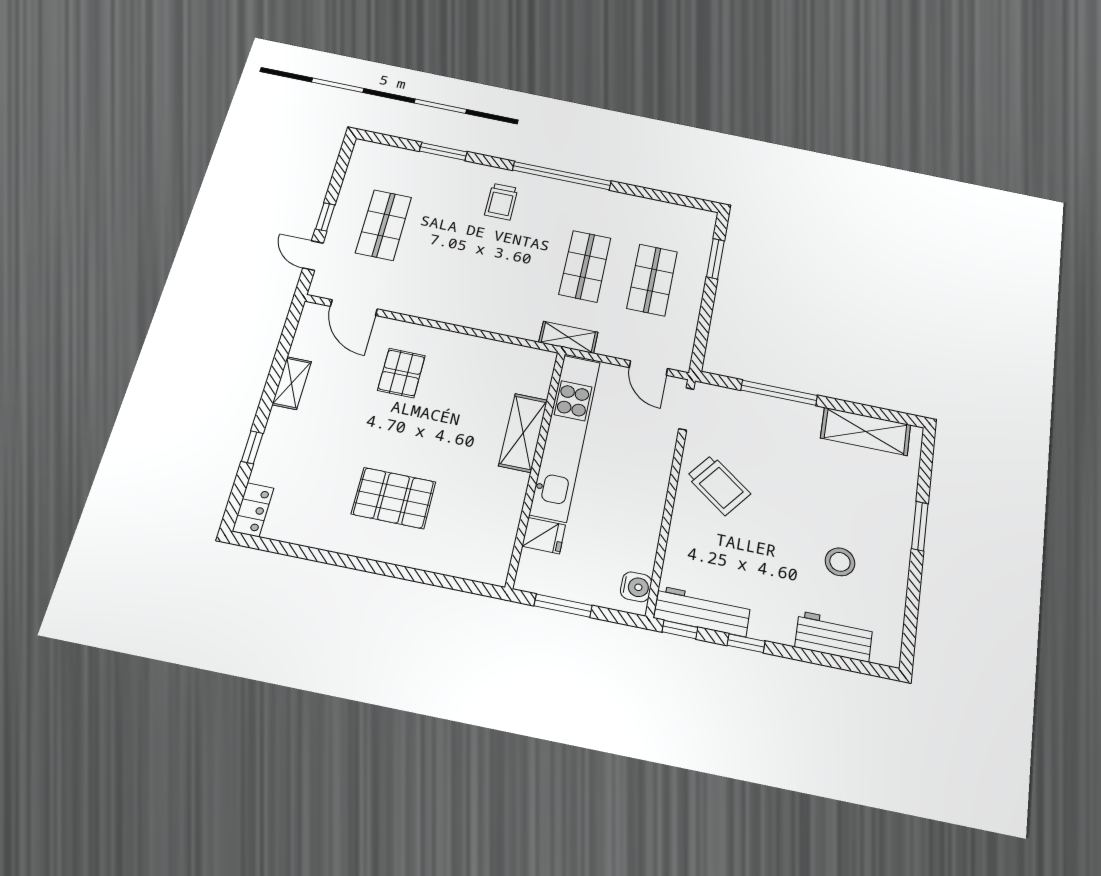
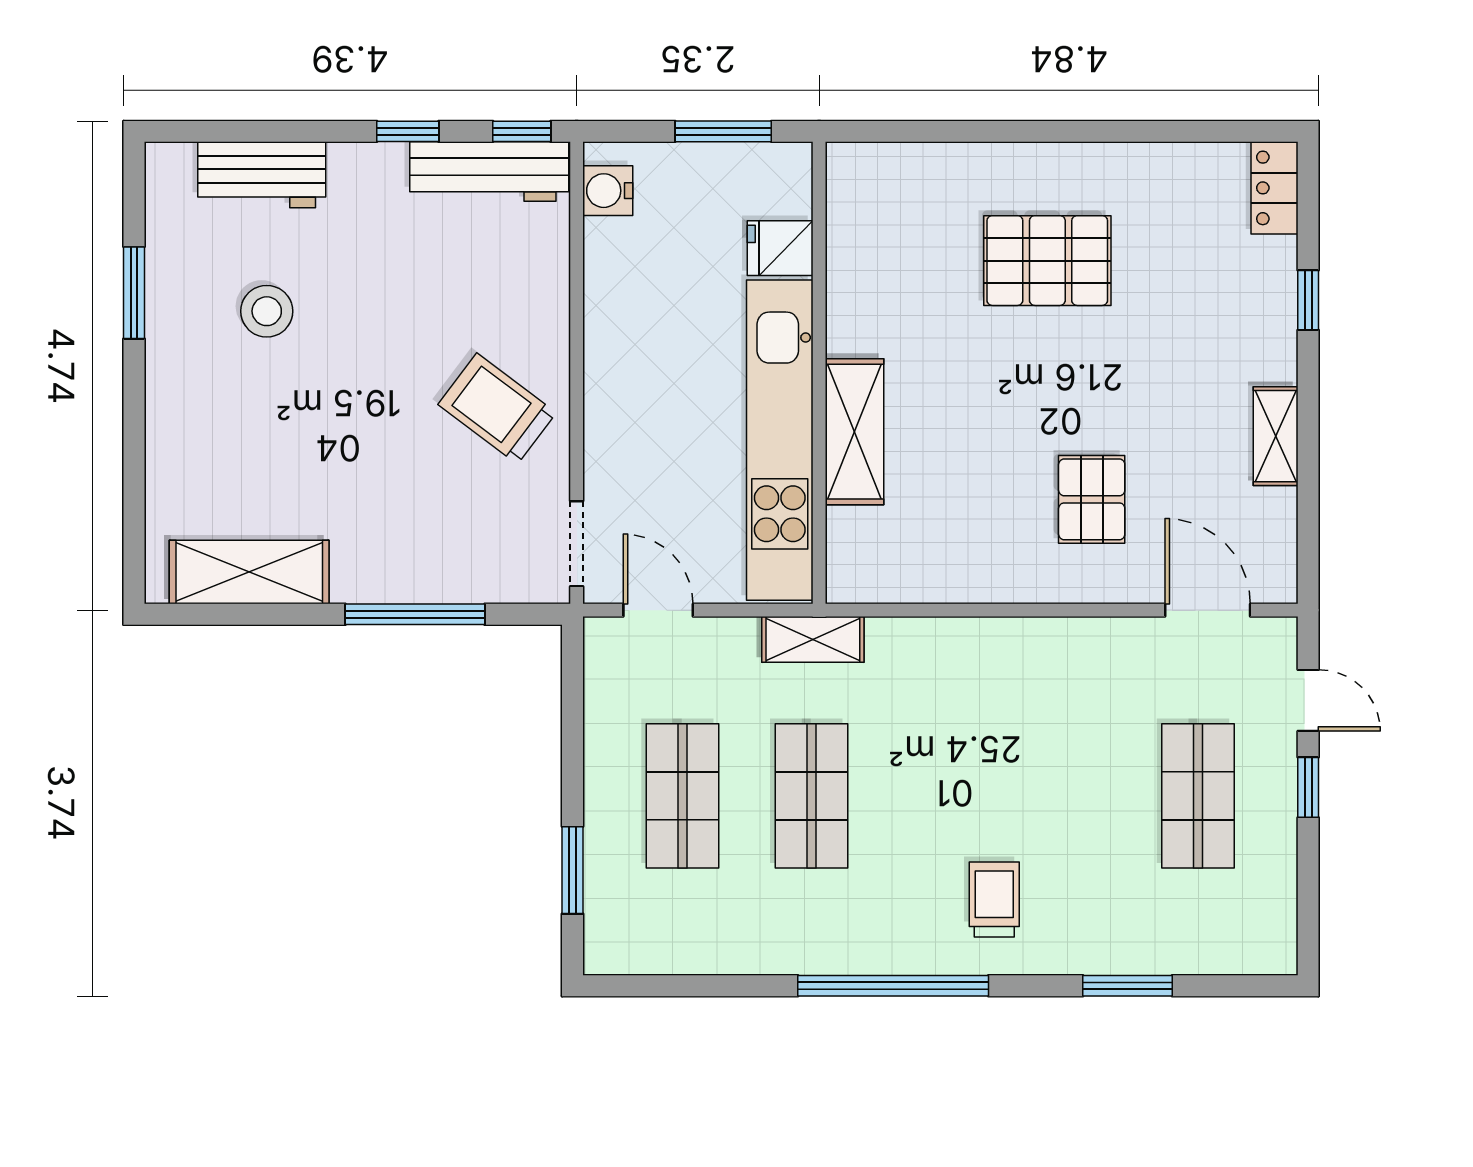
window: (920, 526) -> (134, 293), moved

